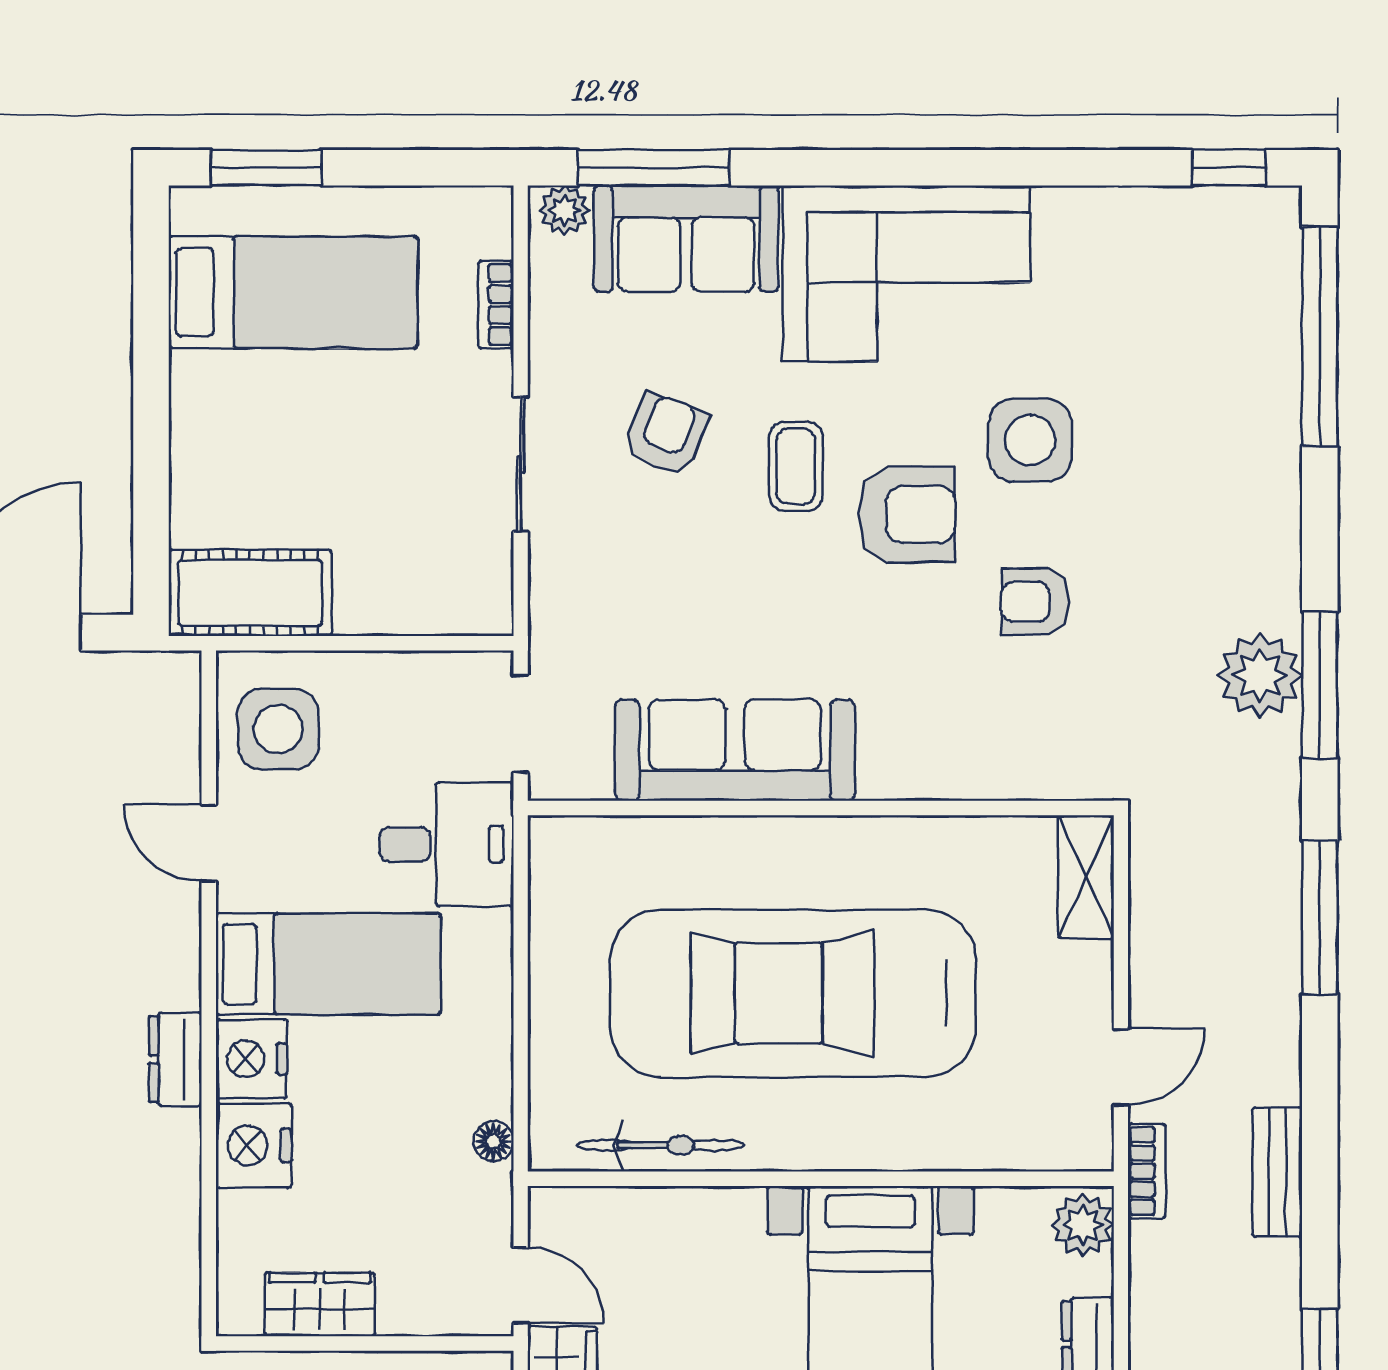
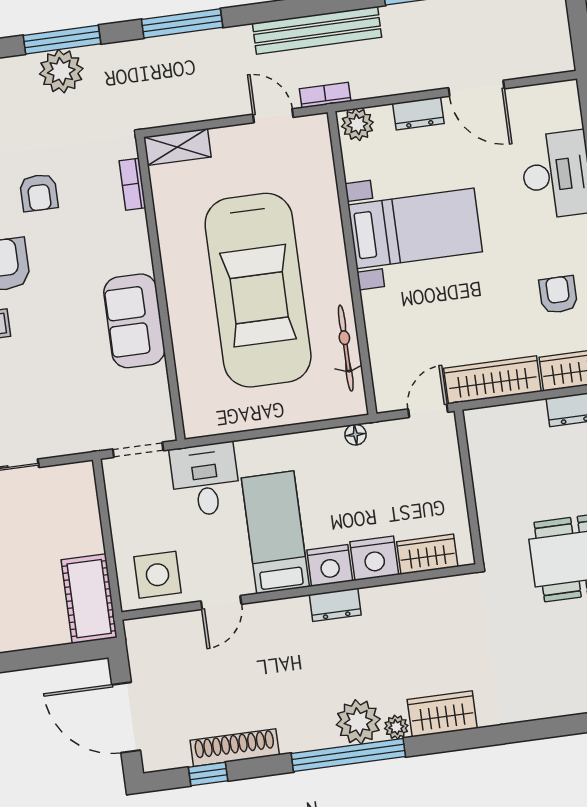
sofa: (735, 750) -> (134, 321), width x0.73
bookcase: (1027, 782) -> (132, 184), added
bench: (1277, 1172) -> (317, 30), width x1.86, depth x1.21
wardrobe: (320, 1305) -> (427, 554), moved, turned 90

